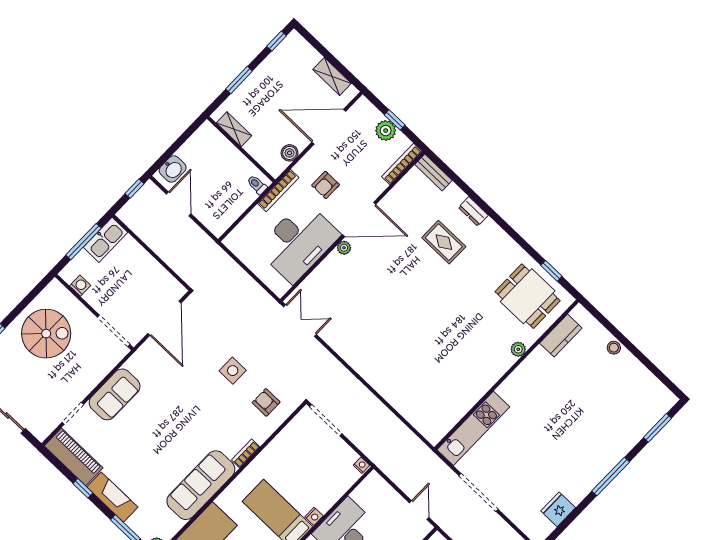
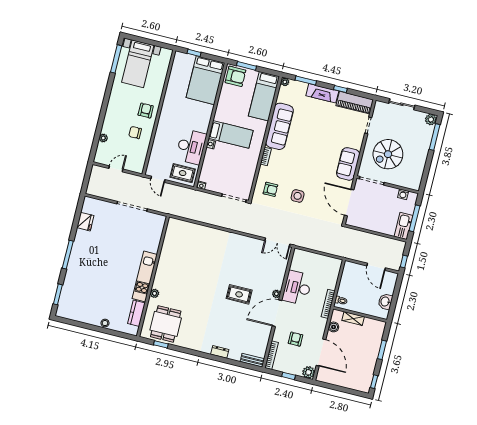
shelving: (332, 76) -> (334, 380), removed
door: (329, 127) -> (321, 353), hinge flipped
shelving: (234, 129) -> (353, 319), moved
plant: (386, 131) -> (309, 372), moved
washbasin: (173, 169) -> (385, 302), moved
armchair: (326, 185) -> (296, 339), moved
desk: (298, 242) -> (297, 288), width x0.73, depth x0.77
rug: (444, 242) -> (239, 294), moved
dining table: (528, 296) -> (166, 324), turned 90
spiral stairs: (46, 334) -> (388, 154), moved
sofa: (115, 394) -> (348, 164), moved
kitchen unit: (473, 428) -> (145, 277), moved
rug: (378, 498) -> (183, 173), added

